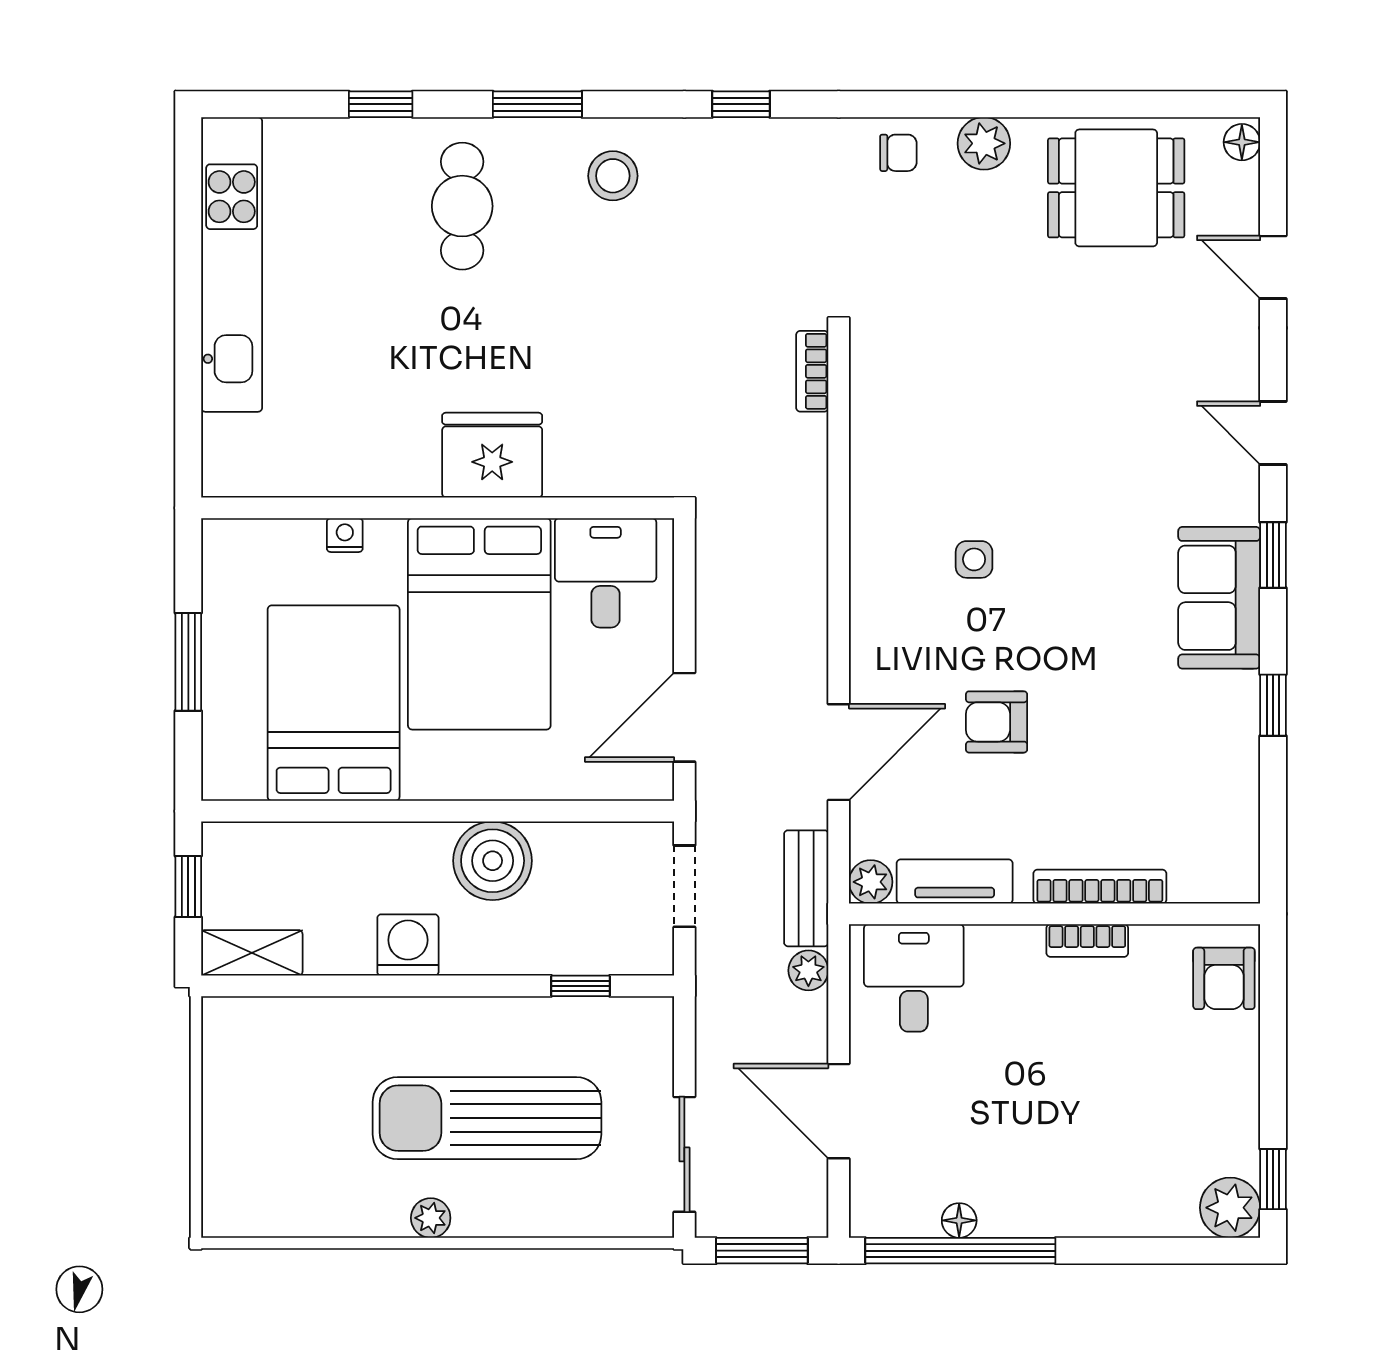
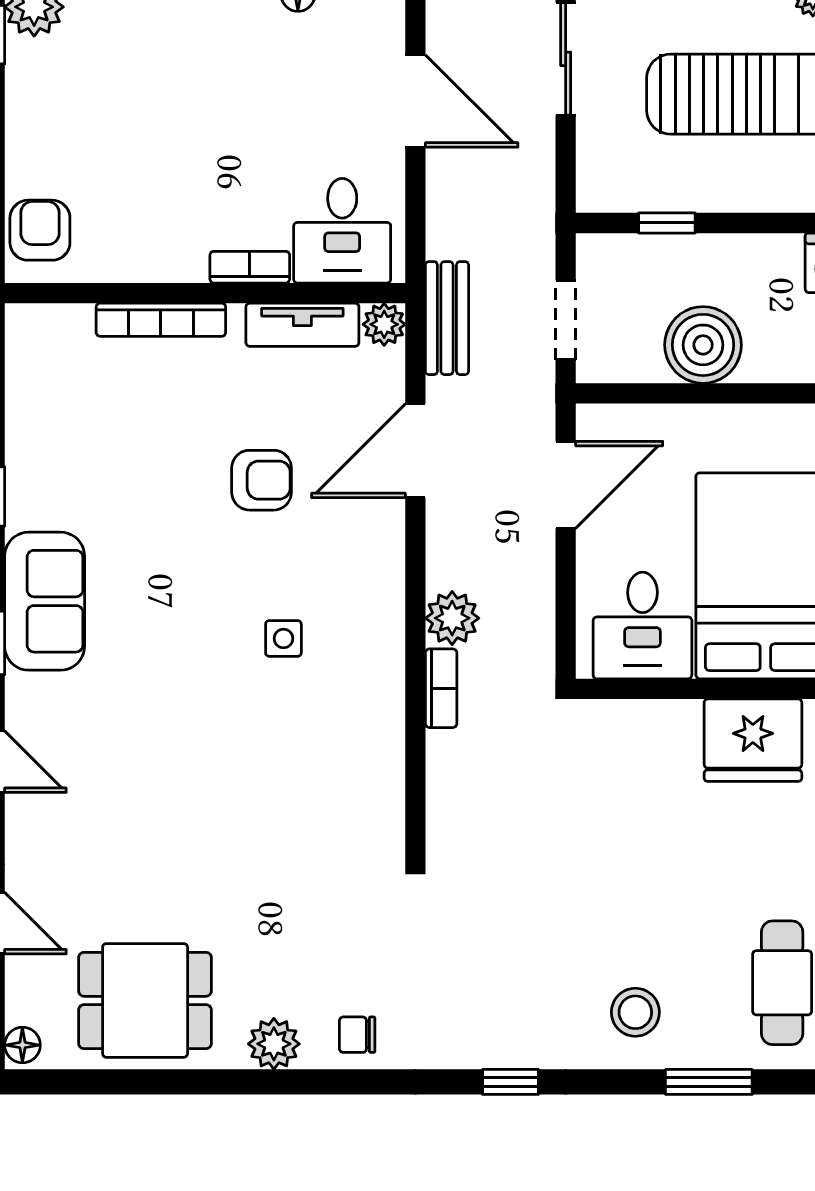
bookcase: (812, 371) -> (441, 688), moved
boiler: (493, 861) -> (703, 345), moved
bookcase: (1087, 941) -> (250, 267), moved
plant: (808, 970) -> (452, 618), moved, width x1.38, depth x1.38

